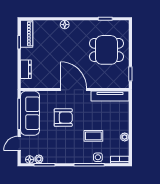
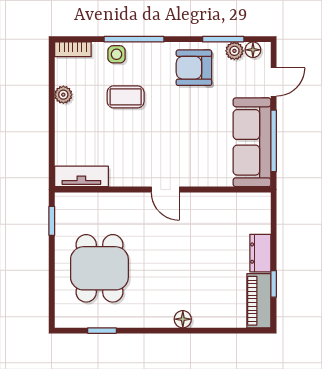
dining table: (106, 50) -> (99, 268), turned 90
dresser: (26, 69) -> (260, 253), moved
door: (73, 90) -> (165, 190), width x0.53
tv unit: (110, 96) -> (81, 176), width x0.71
armchair: (63, 118) -> (194, 68), moved

